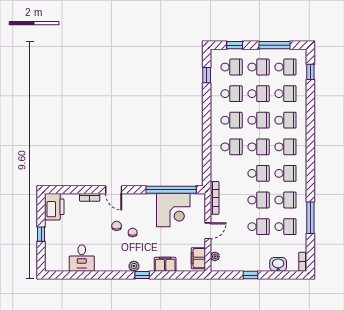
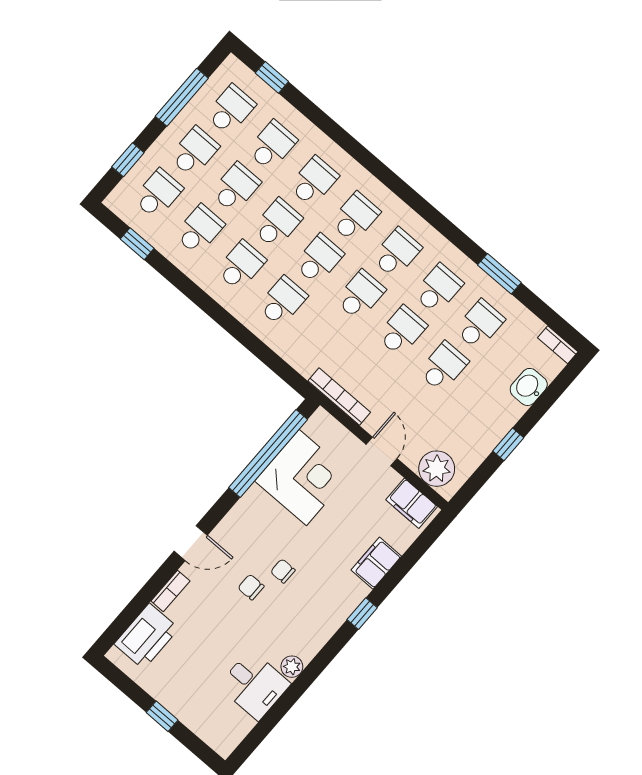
printer: (54, 207) -> (146, 636), moved, turned 90
window: (310, 218) -> (499, 274), width x0.69
plant: (215, 256) -> (437, 469), width x1.87, depth x1.87
plant: (134, 266) -> (292, 667), moved

